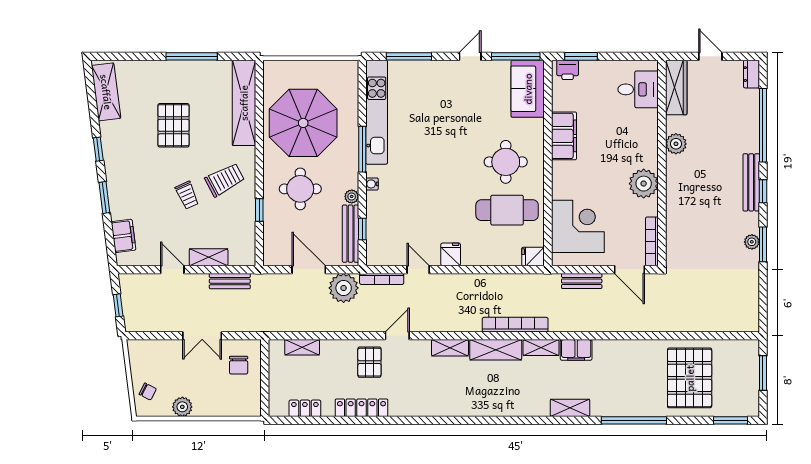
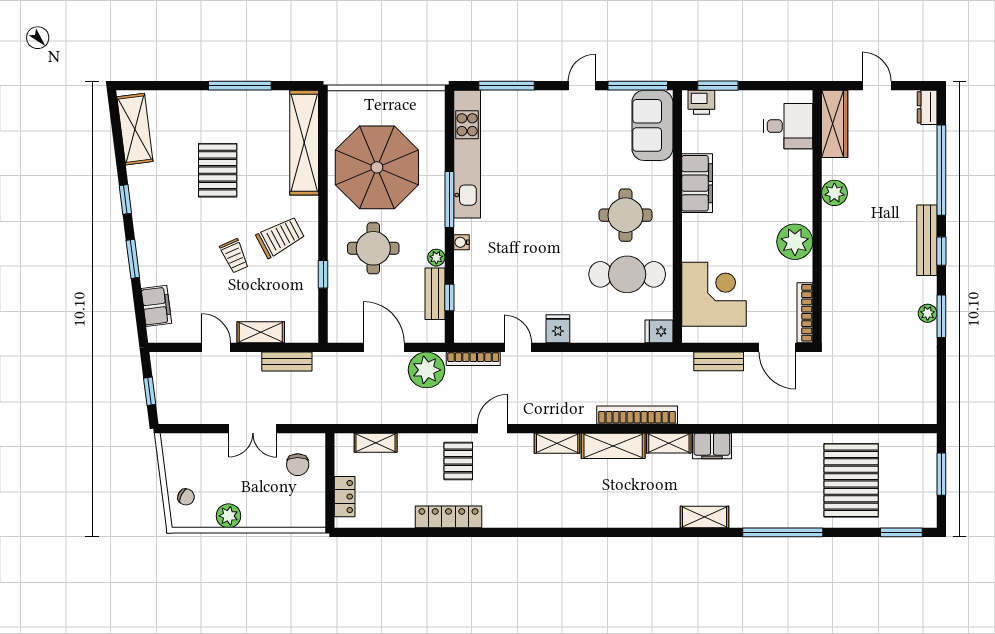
bench: (351, 234) -> (435, 294), width x0.73
locker: (305, 408) -> (345, 497), moved, turned 90

